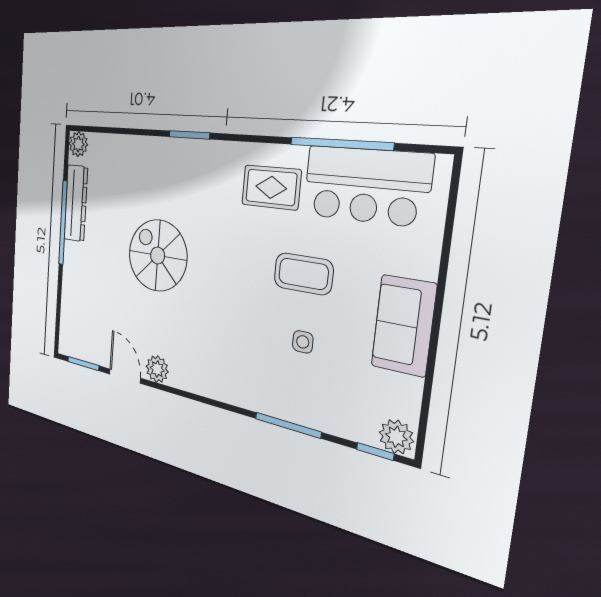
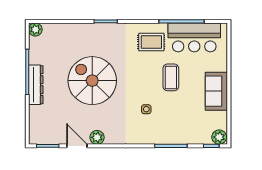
dresser: (76, 203) -> (36, 85), moved
spiral stairs: (158, 256) -> (92, 81), width x1.37, depth x1.37
coffee table: (303, 274) -> (171, 77), turned 90
side table: (303, 342) -> (146, 109), moved

